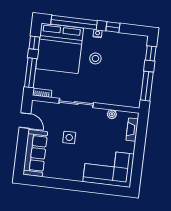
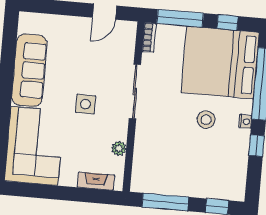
side table: (69, 138) -> (86, 104), moved
sofa: (35, 153) -> (29, 70), moved, turned -90

